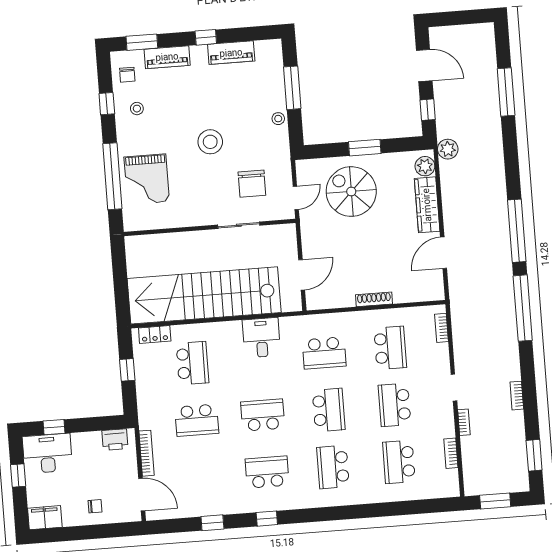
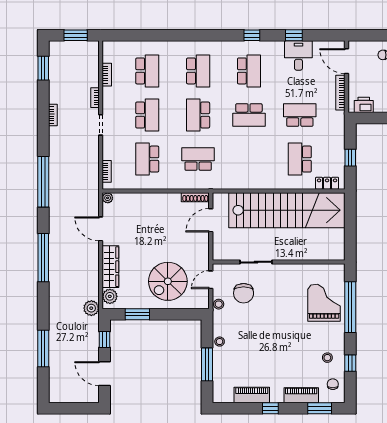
stool: (210, 142) -> (219, 304), moved, width x0.53, depth x0.53
window: (365, 148) -> (137, 314), moved
chair: (252, 184) -> (244, 293), turned 180
spiral stairs: (351, 192) -> (168, 281), turned 90
window: (517, 231) -> (43, 258), moved
door: (444, 253) -> (101, 229), swing flipped
plant: (438, 294) -> (108, 198), added
shoe rack: (374, 299) -> (195, 197), moved
desk: (261, 338) -> (298, 56), moved, turned 180
school desk: (267, 472) -> (249, 71), turned -90

